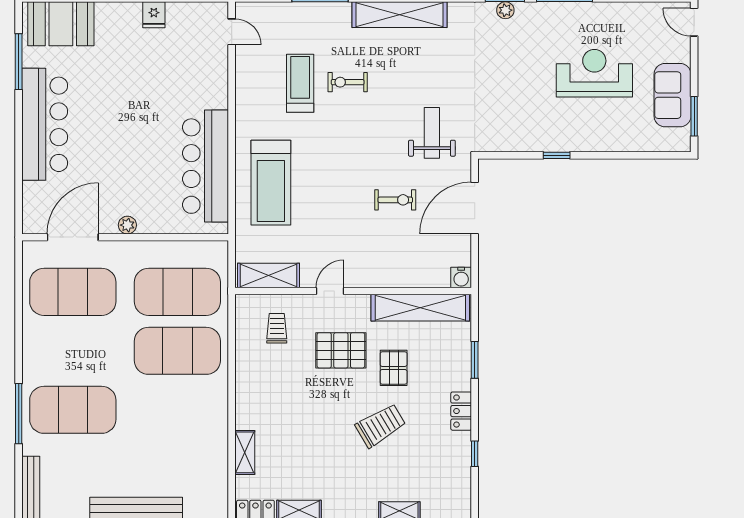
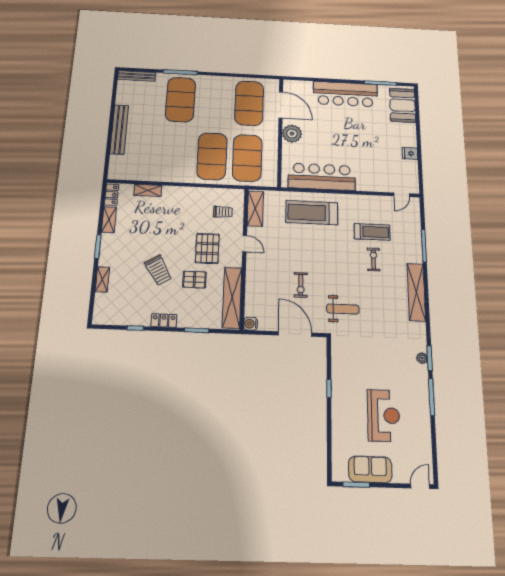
plant: (127, 225) -> (292, 134), width x1.88, depth x1.88

